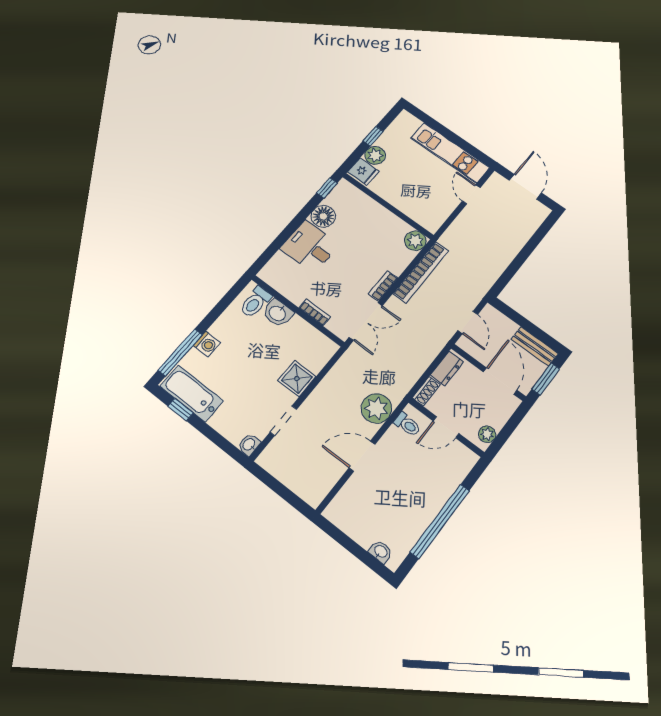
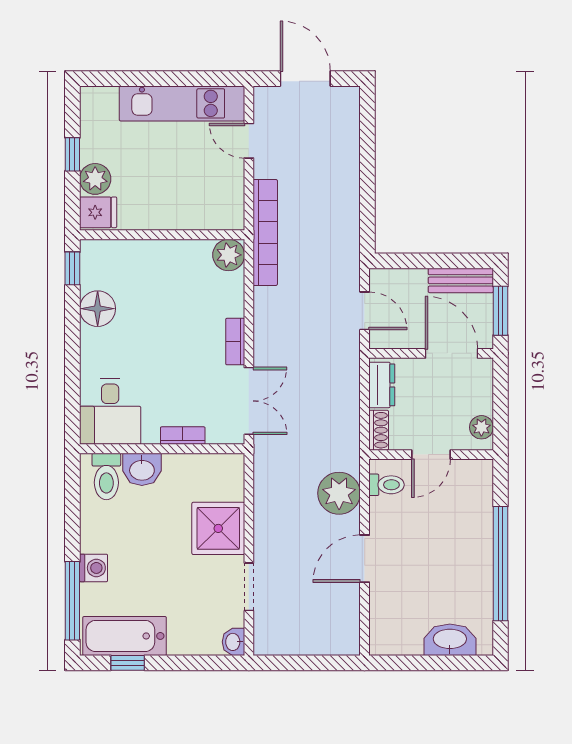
desk: (310, 246) -> (110, 412), moved, turned -90
bookcase: (421, 272) -> (265, 232), moved
shower: (297, 379) -> (218, 528), width x1.36, depth x1.36
washbasin: (381, 552) -> (450, 640), width x1.91, depth x1.45

